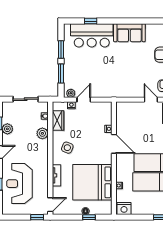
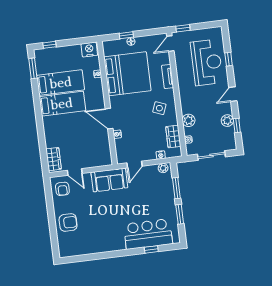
sofa: (129, 33) -> (109, 180), moved, turned 180
door: (84, 100) -> (134, 164), moved

